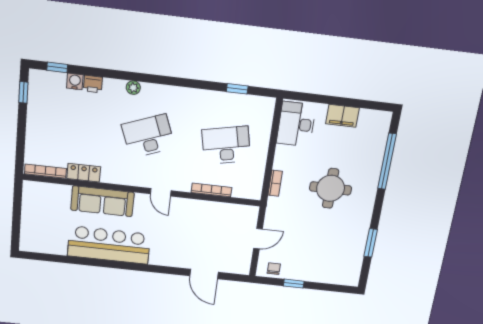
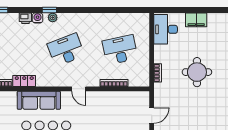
water cooler: (75, 81) -> (38, 18), moved
window: (237, 89) -> (49, 10), moved

